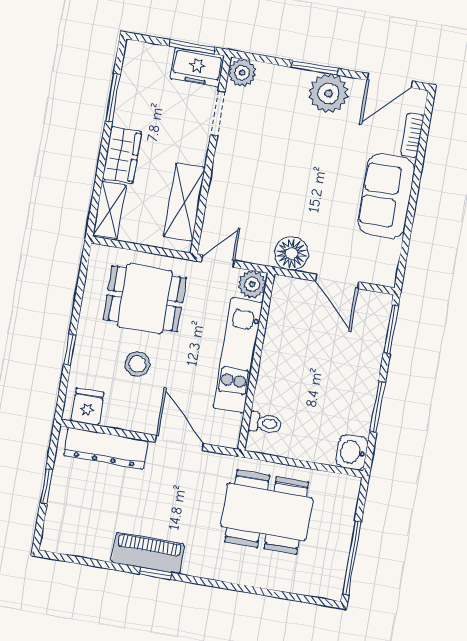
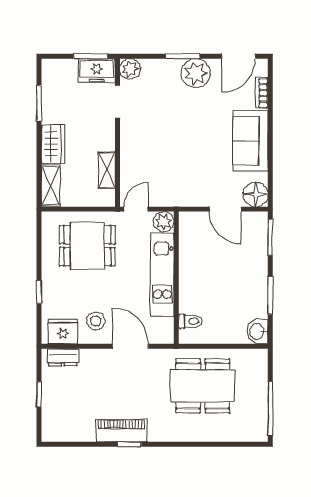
shelving: (184, 202) -> (107, 170), width x0.67, depth x0.75
floor lamp: (291, 253) -> (256, 194), moved
stool: (137, 364) -> (96, 321), moved
fridge: (87, 407) -> (63, 332), width x1.38
dresser: (106, 448) -> (63, 357), width x0.51, depth x0.80

